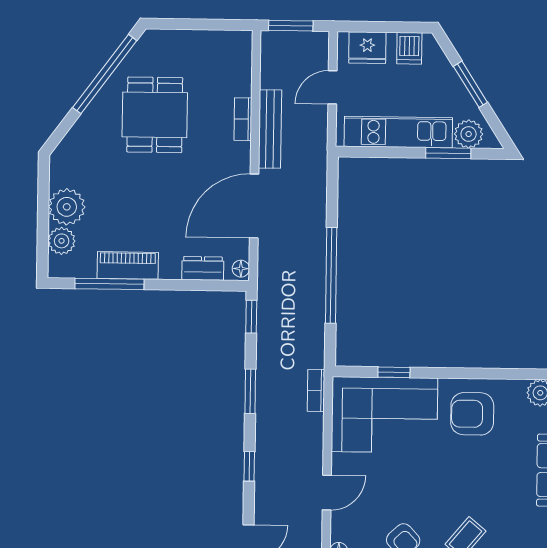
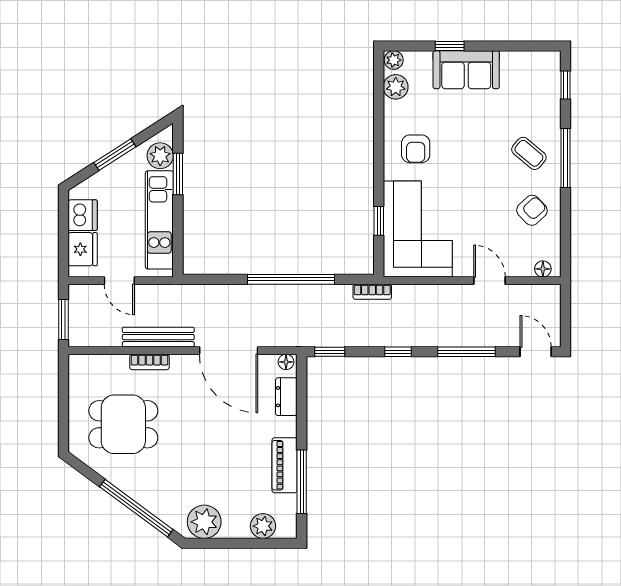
dishwasher: (409, 48) -> (83, 215), width x1.38
window: (105, 74) -> (136, 508), moved
dining table: (155, 115) -> (123, 424), moved
plant: (67, 207) -> (204, 522), moved
window: (250, 391) -> (398, 352), width x0.67
bookcase: (316, 391) -> (372, 292), moved
armchair: (472, 414) -> (416, 149), width x0.72, depth x0.72
window: (249, 466) -> (466, 352), width x2.17

